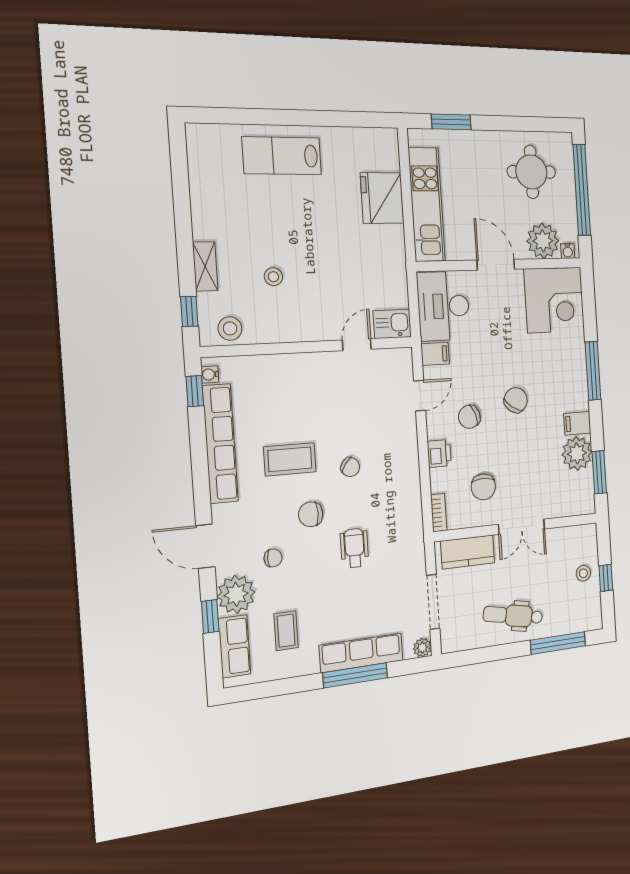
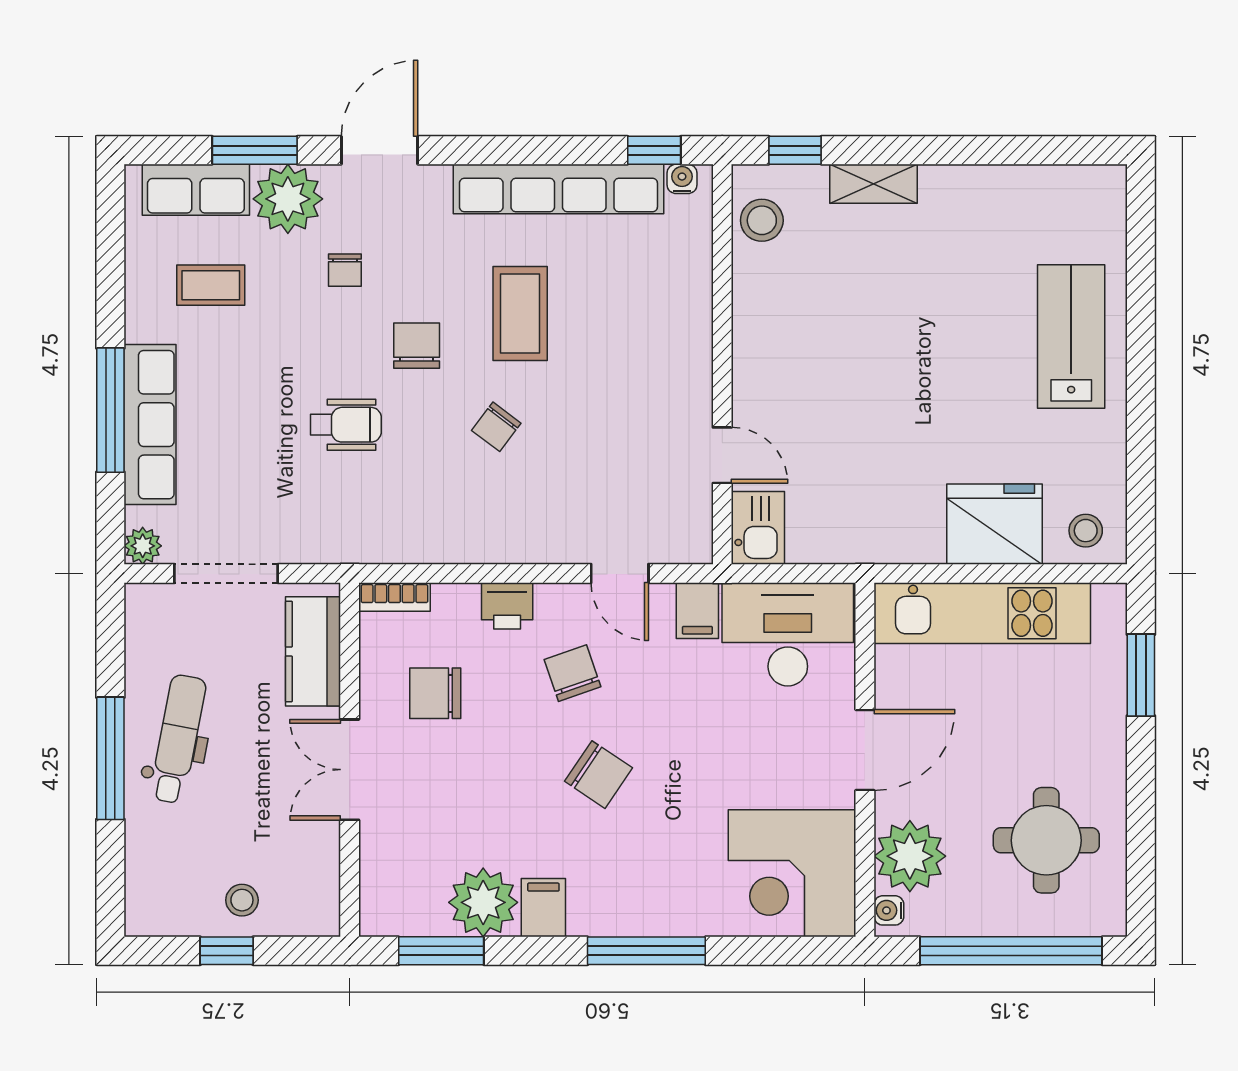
stool: (273, 277) -> (1086, 531), moved
window: (210, 616) -> (255, 150), width x1.50
window: (558, 643) -> (110, 758), moved

